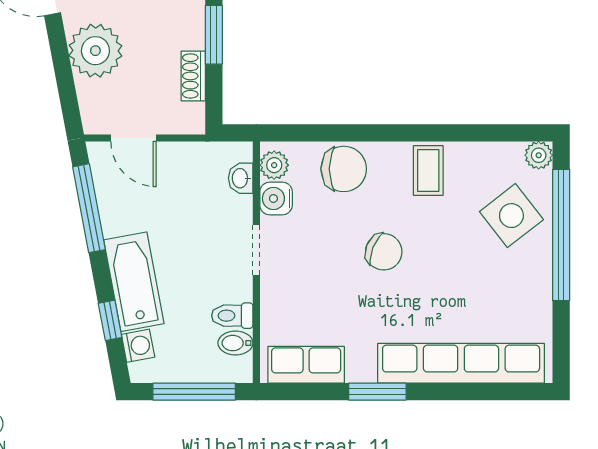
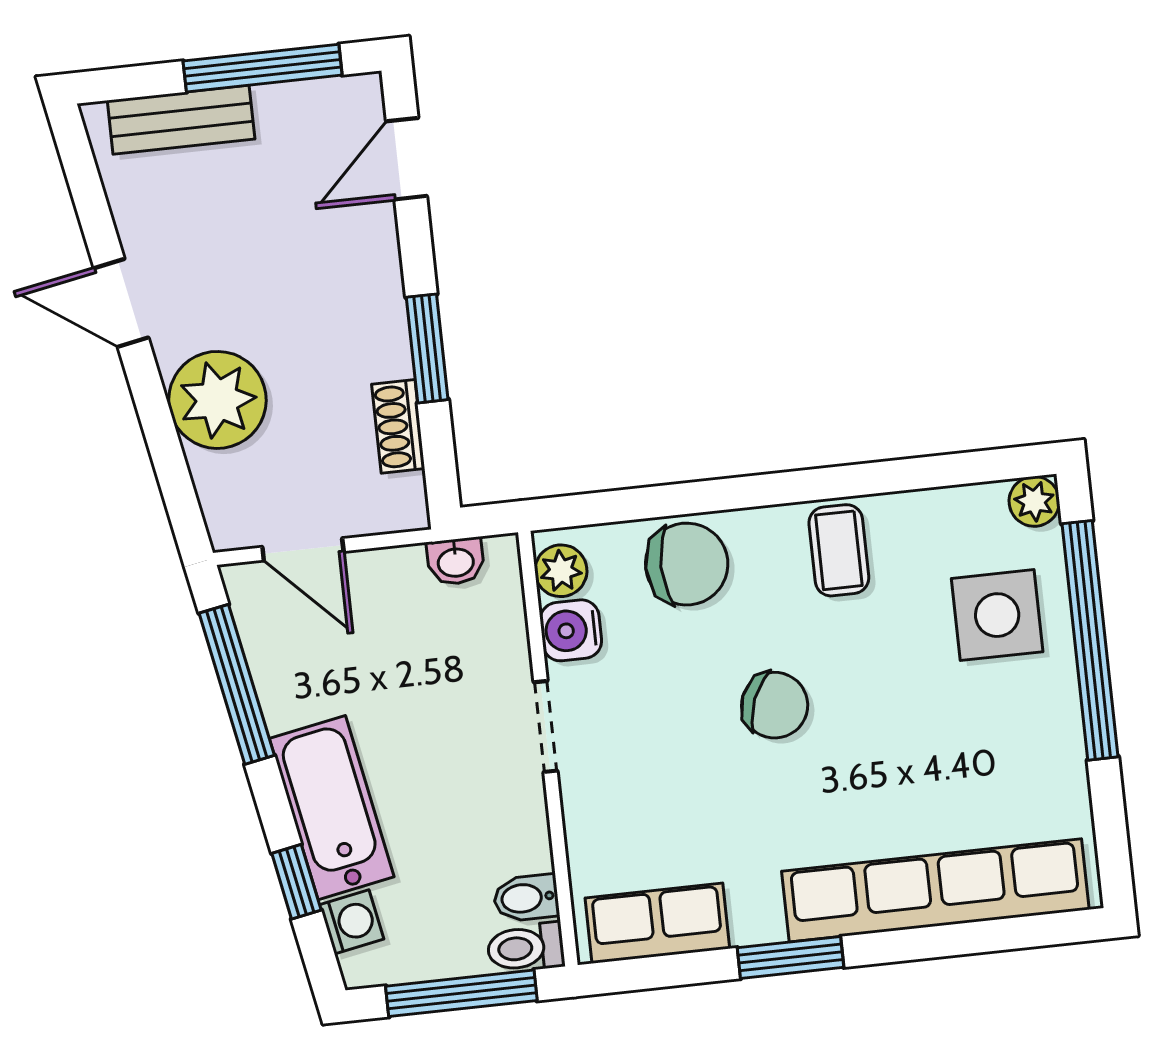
washbasin: (241, 178) -> (456, 561), moved, turned -90
side table: (511, 216) -> (997, 615), turned 38
toilet: (232, 316) -> (526, 948), moved

